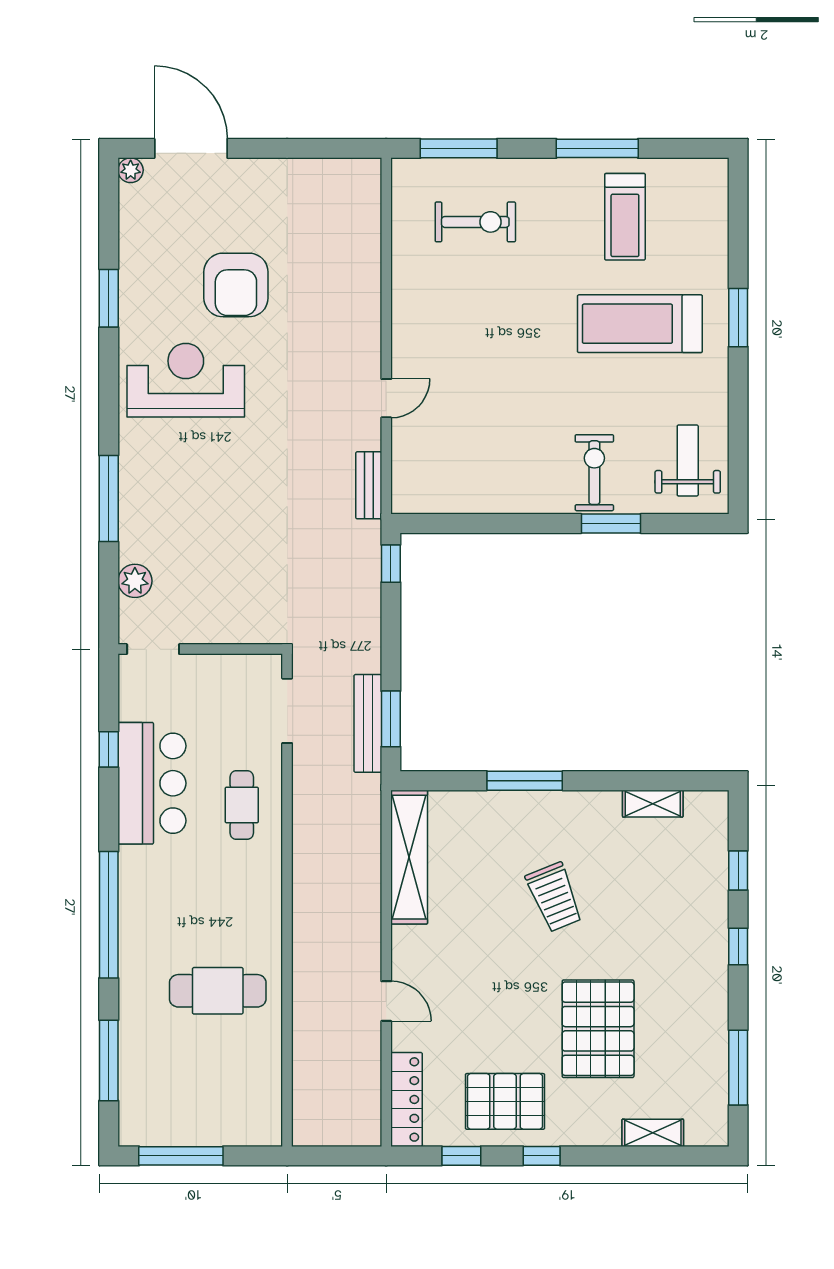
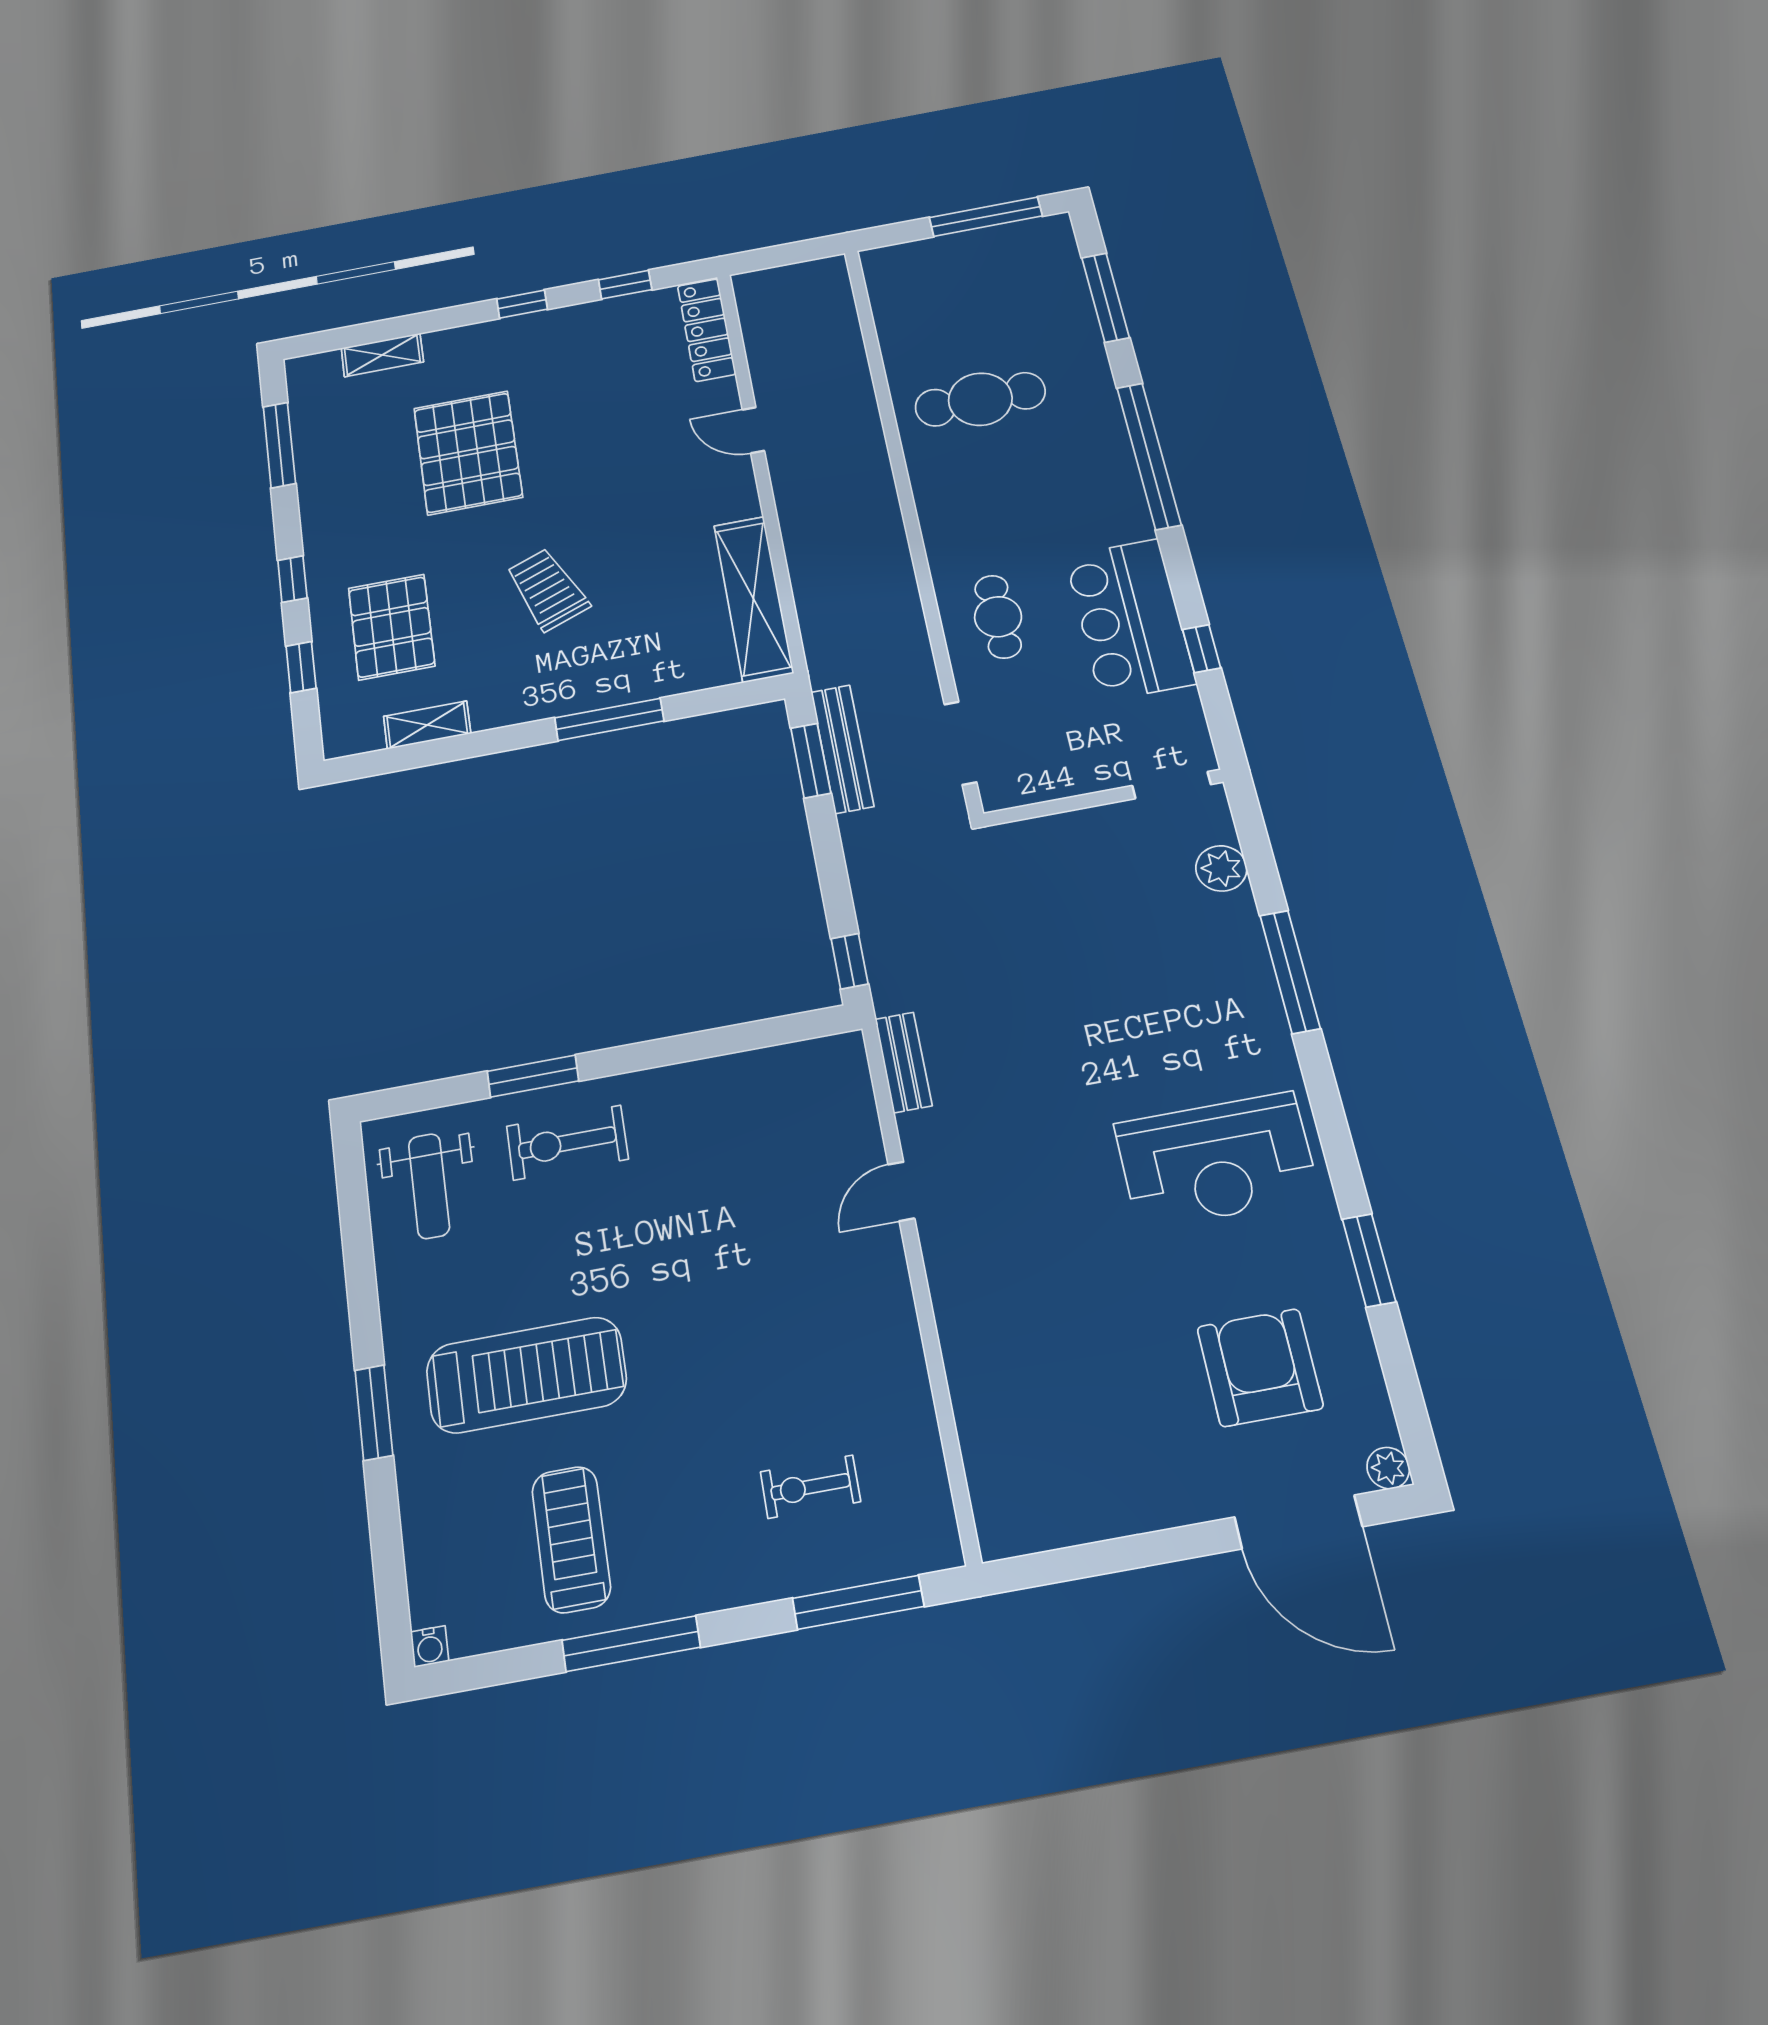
water cooler: (718, 168) -> (430, 1646), added
exercise bike: (475, 222) -> (810, 1487), width x0.73, depth x0.72
armchair: (236, 285) -> (1260, 1367), moved
exercise bike: (594, 473) -> (567, 1143), turned 90
pallet: (505, 1101) -> (392, 627), moved, turned 90

